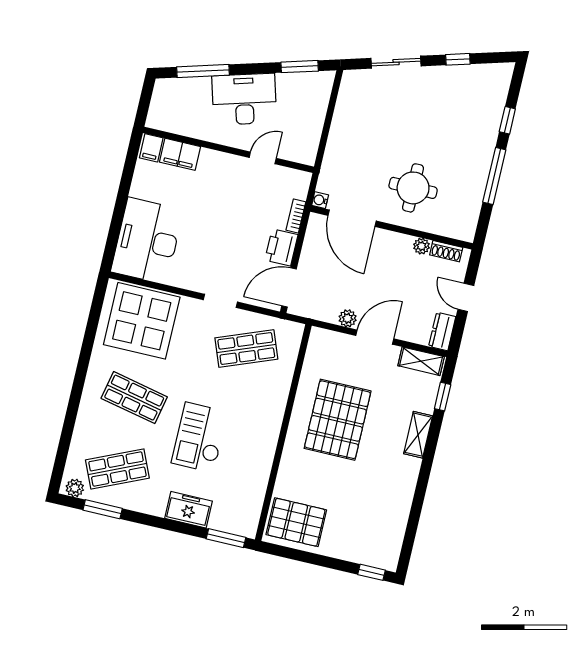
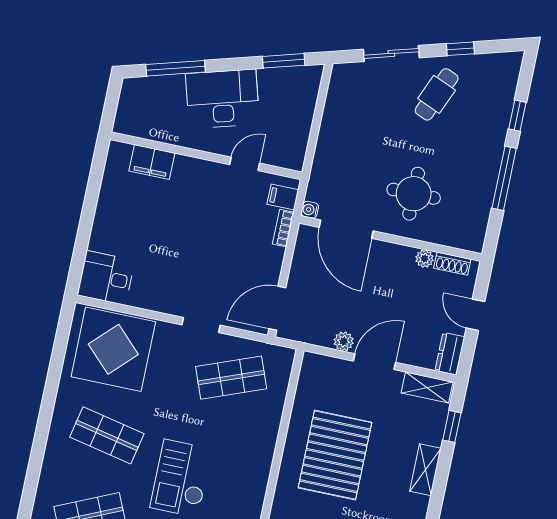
cafe table: (436, 100) -> (437, 94), added
filing cabinet: (151, 148) -> (283, 197), moved, turned 90
desk: (147, 241) -> (106, 278), width x0.53, depth x0.77
printer: (281, 247) -> (268, 264), removed

